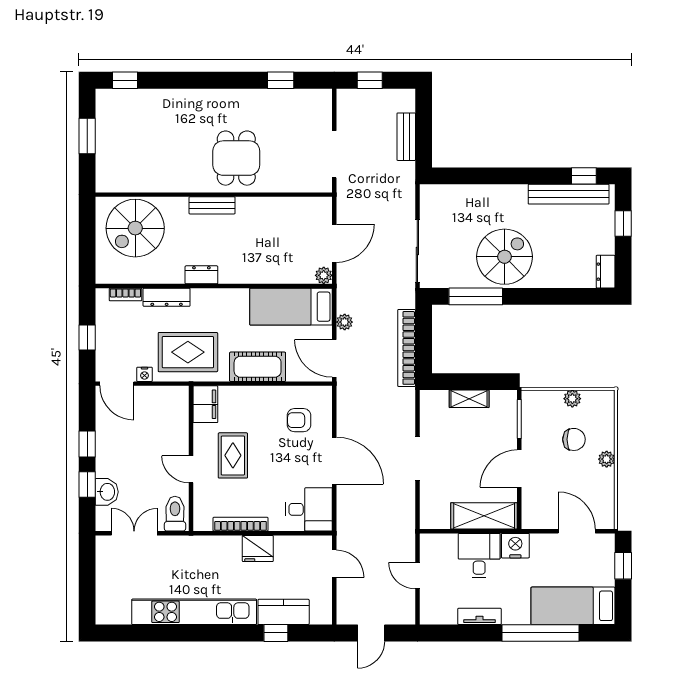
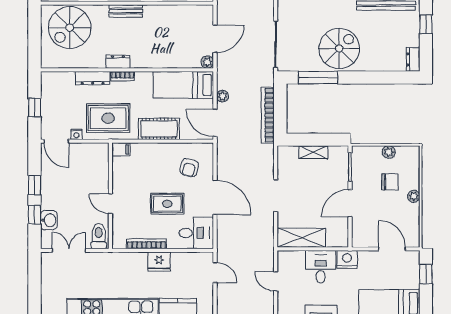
bookcase: (125, 295) -> (123, 76), moved
filing cabinet: (205, 404) -> (121, 149), width x0.50
armchair: (299, 420) -> (189, 168), turned -77
rug: (233, 455) -> (167, 204), moved, turned 90
shelving: (484, 516) -> (301, 238), moved

